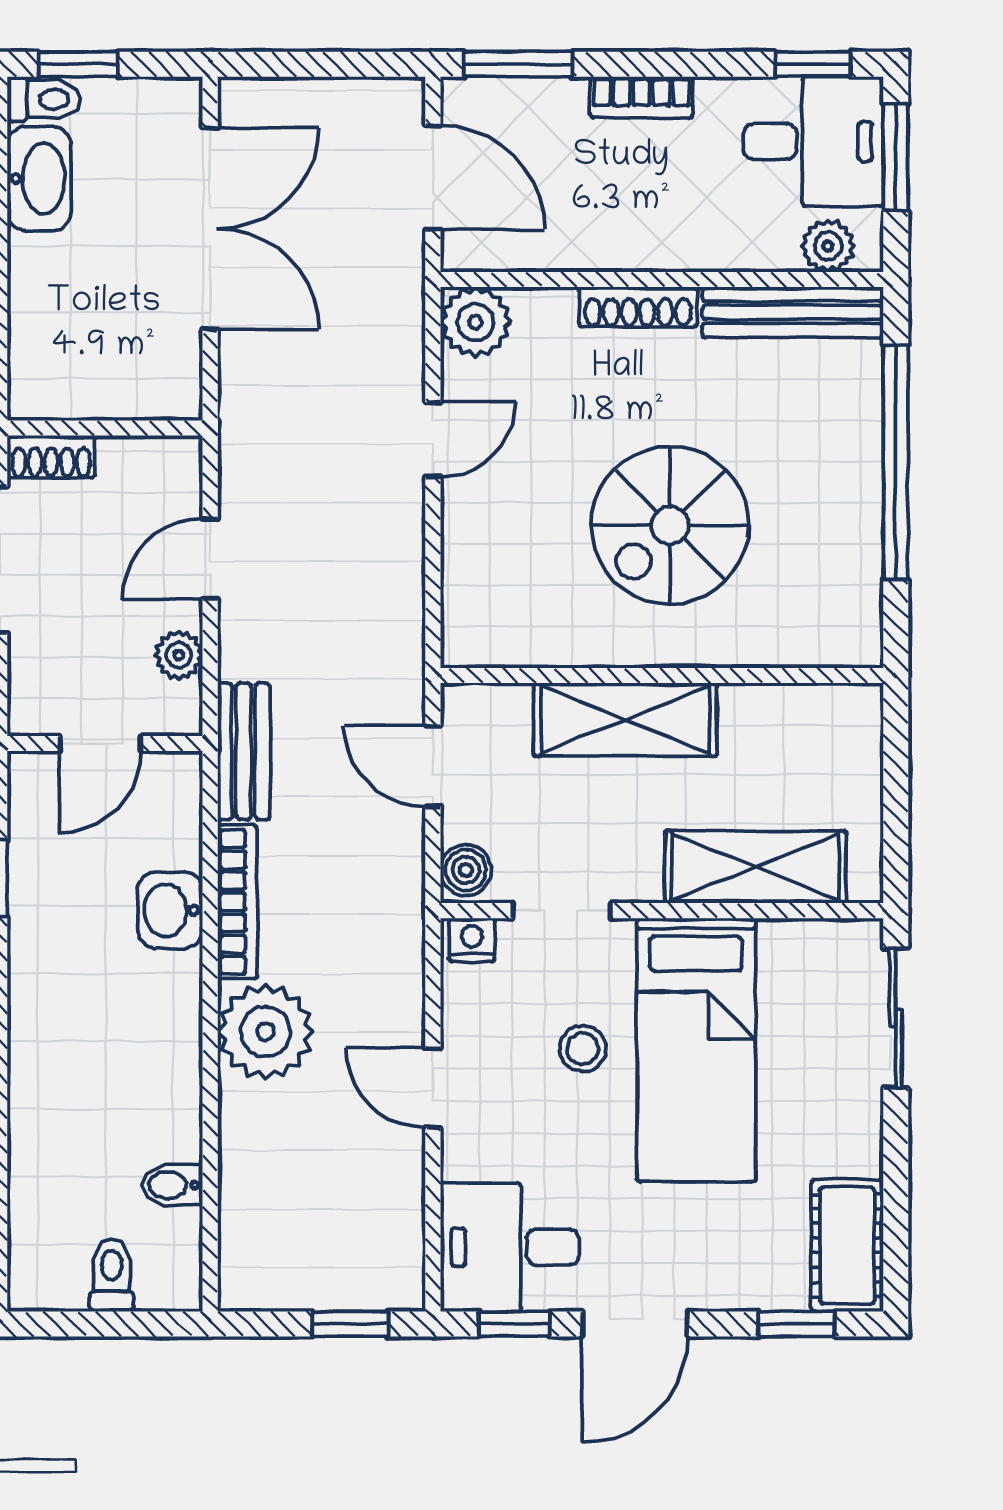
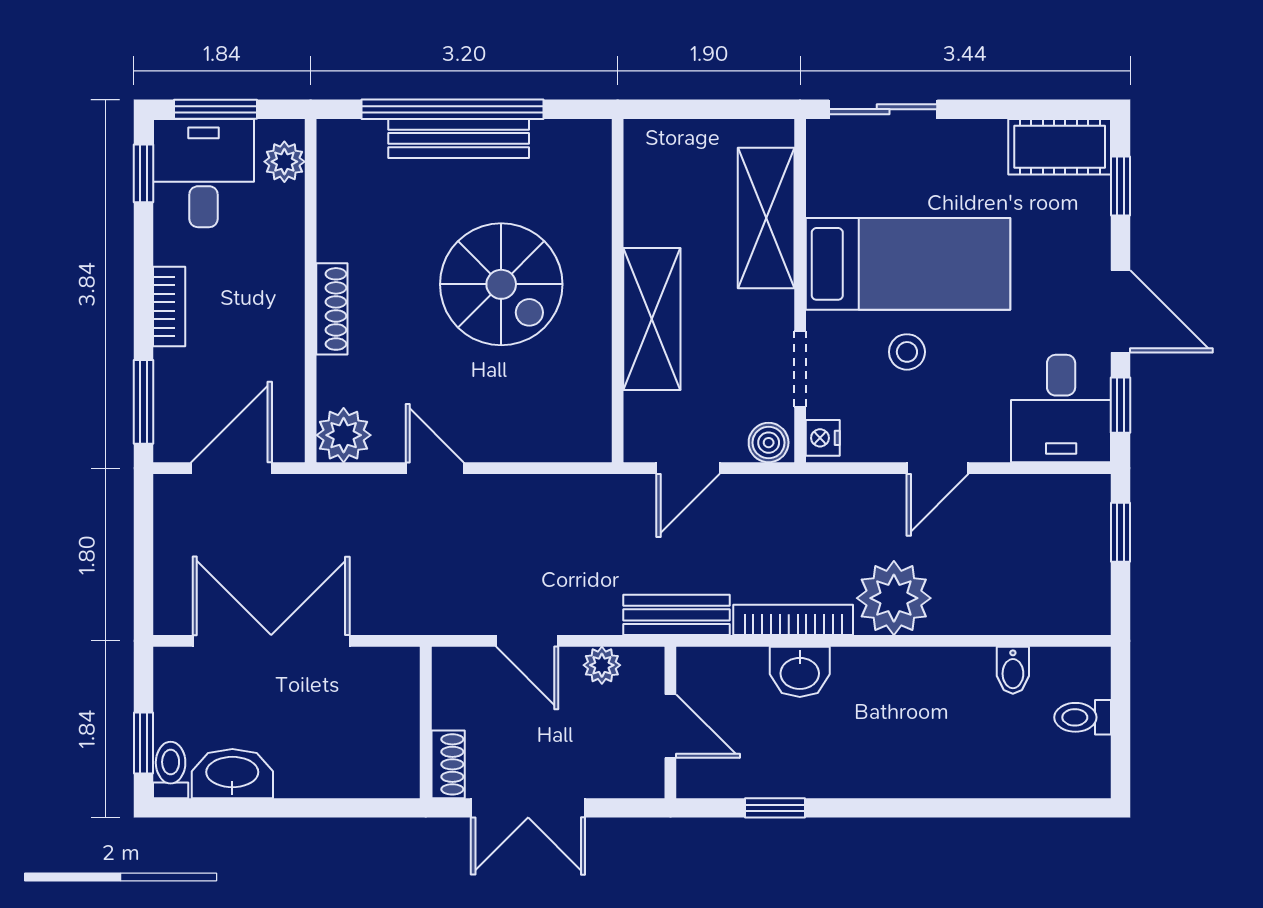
bench: (793, 312) -> (459, 138), moved, turned 90

